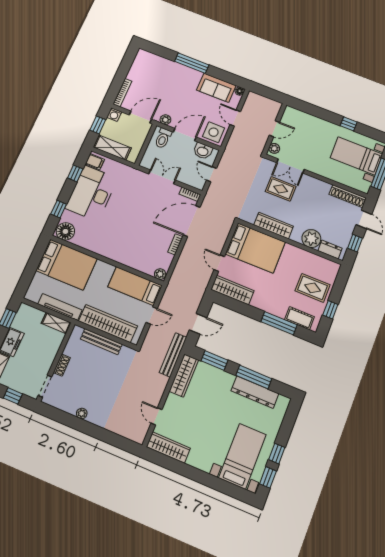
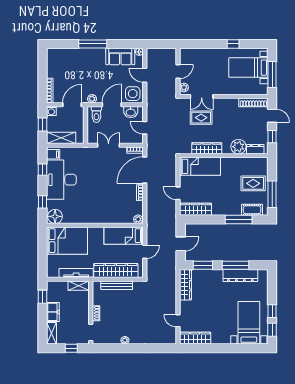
bed: (255, 248) -> (200, 166), width x0.67
window: (330, 310) -> (272, 194), width x2.17
bench: (173, 355) -> (172, 273), removed

